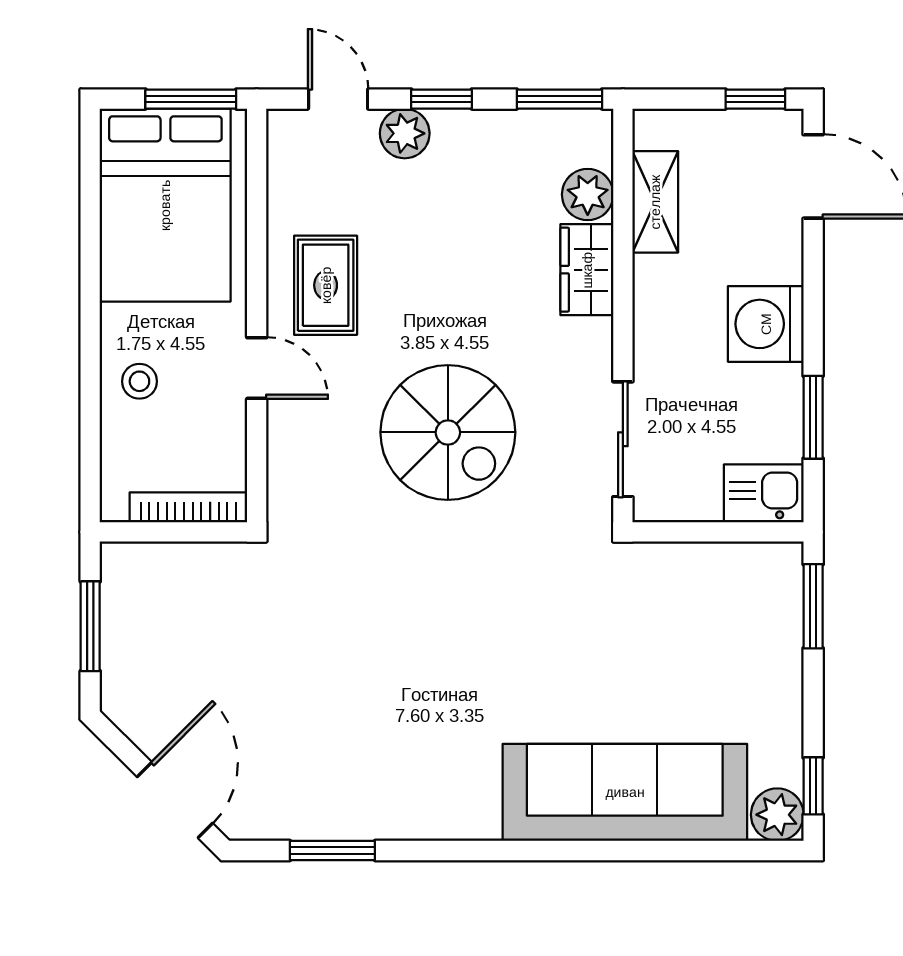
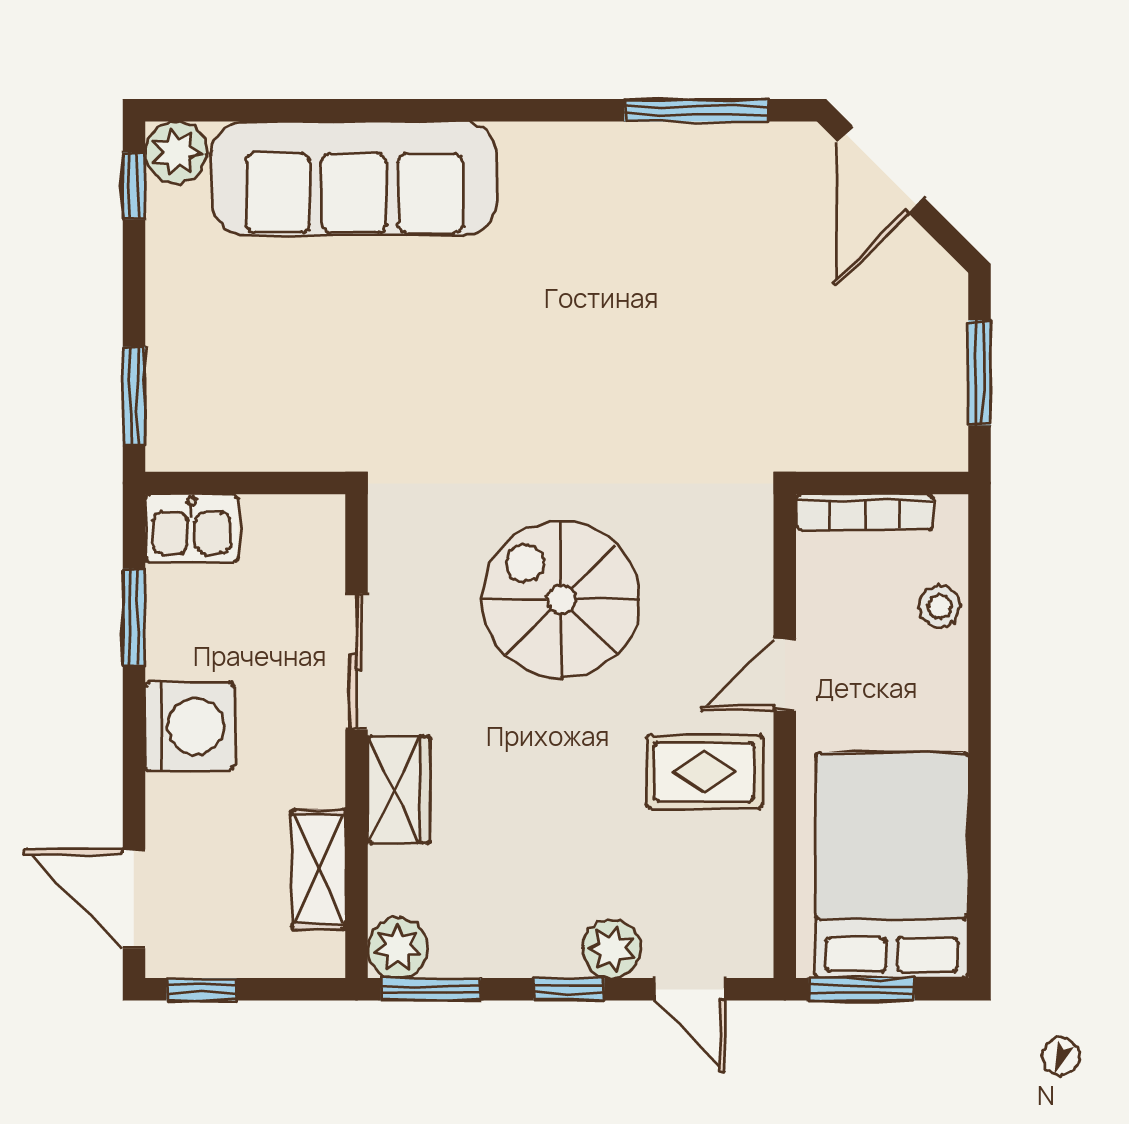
plant: (588, 195) -> (398, 948), moved
rug: (326, 285) -> (704, 772), turned 90
door: (257, 368) -> (785, 675), hinge flipped
stool: (139, 381) -> (940, 606), moved
sliding door: (623, 439) -> (356, 662), moved
window: (332, 851) -> (696, 110), width x1.44

